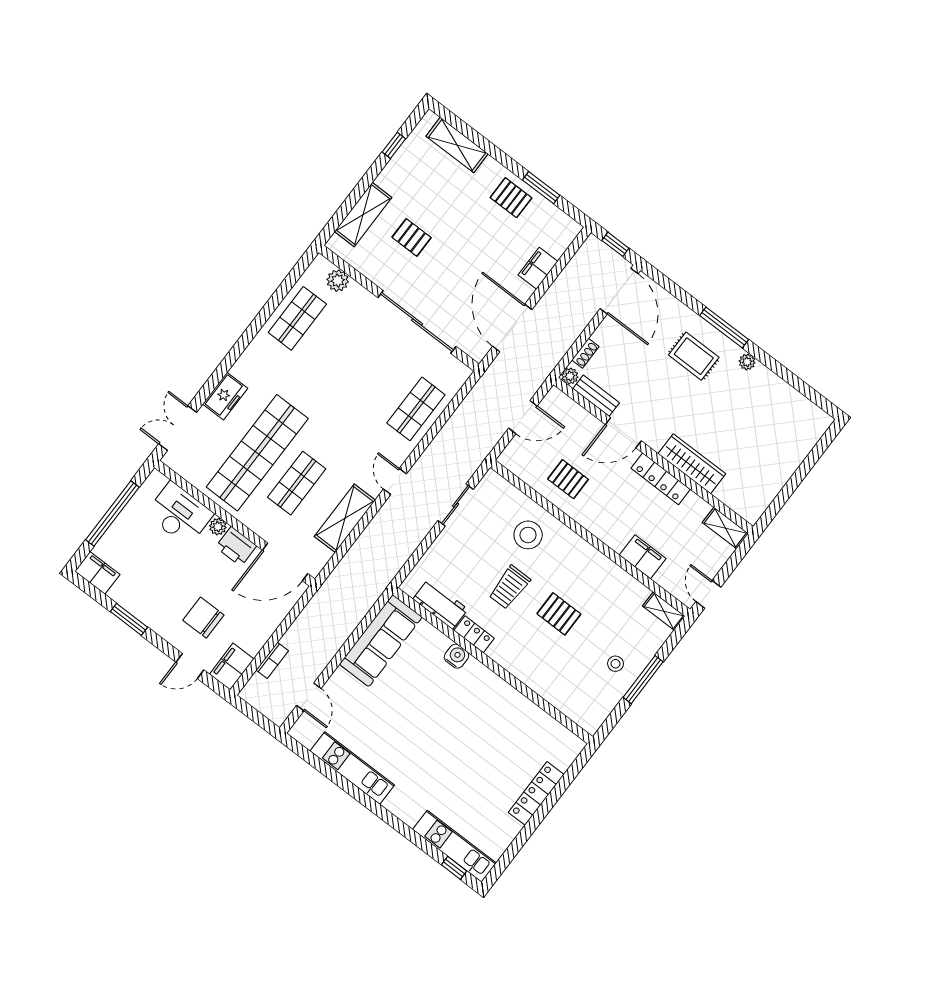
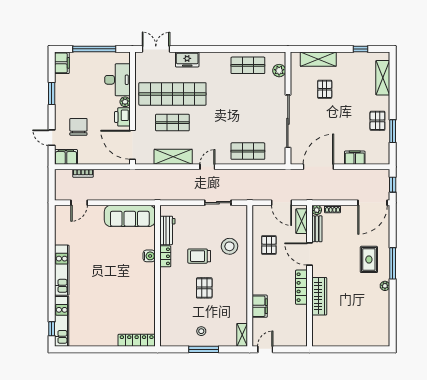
shelving: (725, 528) -> (302, 221), moved
kitchen unit: (352, 768) -> (62, 270), moved
locker: (536, 793) -> (137, 340), moved

